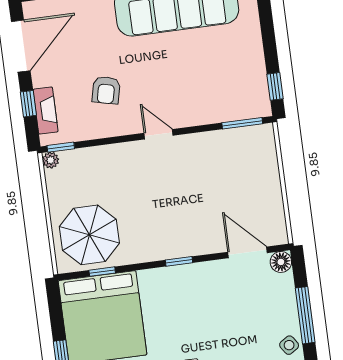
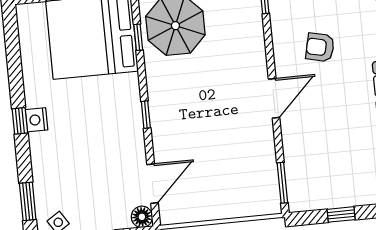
window: (275, 86) -> (341, 214), moved
door: (158, 134) -> (274, 98), width x1.38

